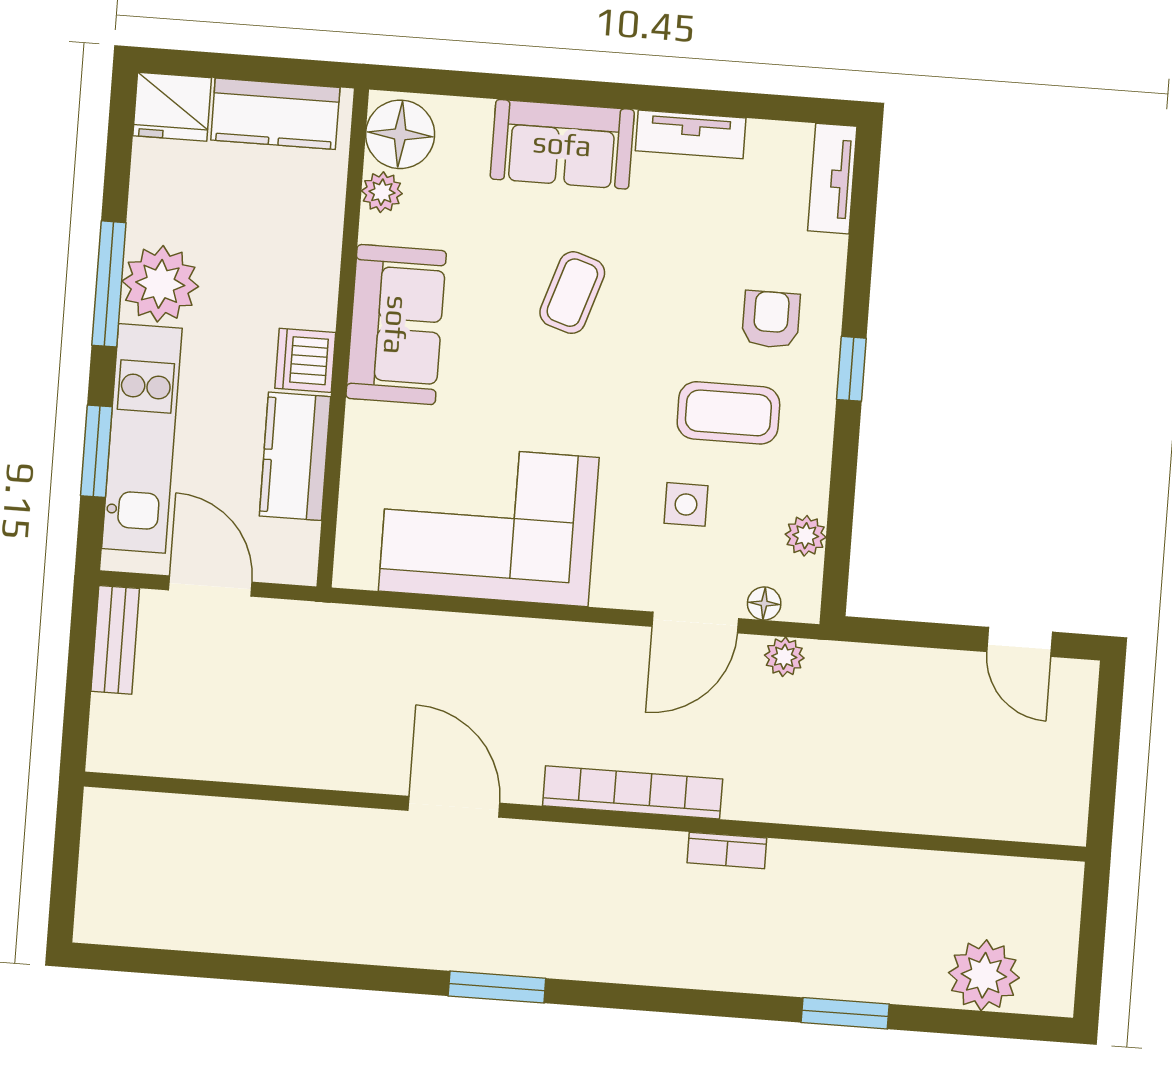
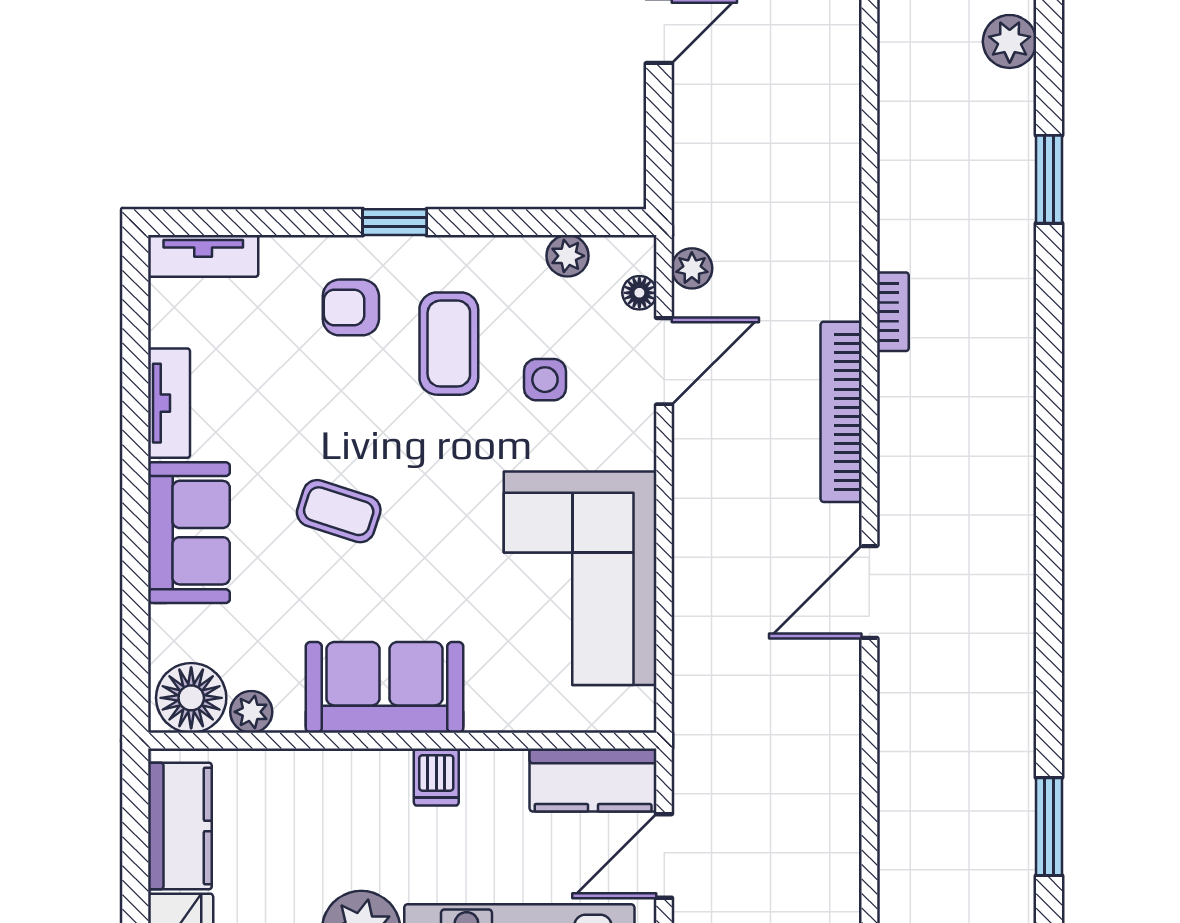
dishwasher: (305, 360) -> (436, 777), width x0.73
kitchen counter: (295, 456) -> (593, 780), moved
door: (695, 623) -> (664, 361), hinge flipped
plant: (984, 975) -> (1010, 41), width x0.73, depth x0.73
window: (497, 987) -> (1049, 827), moved

